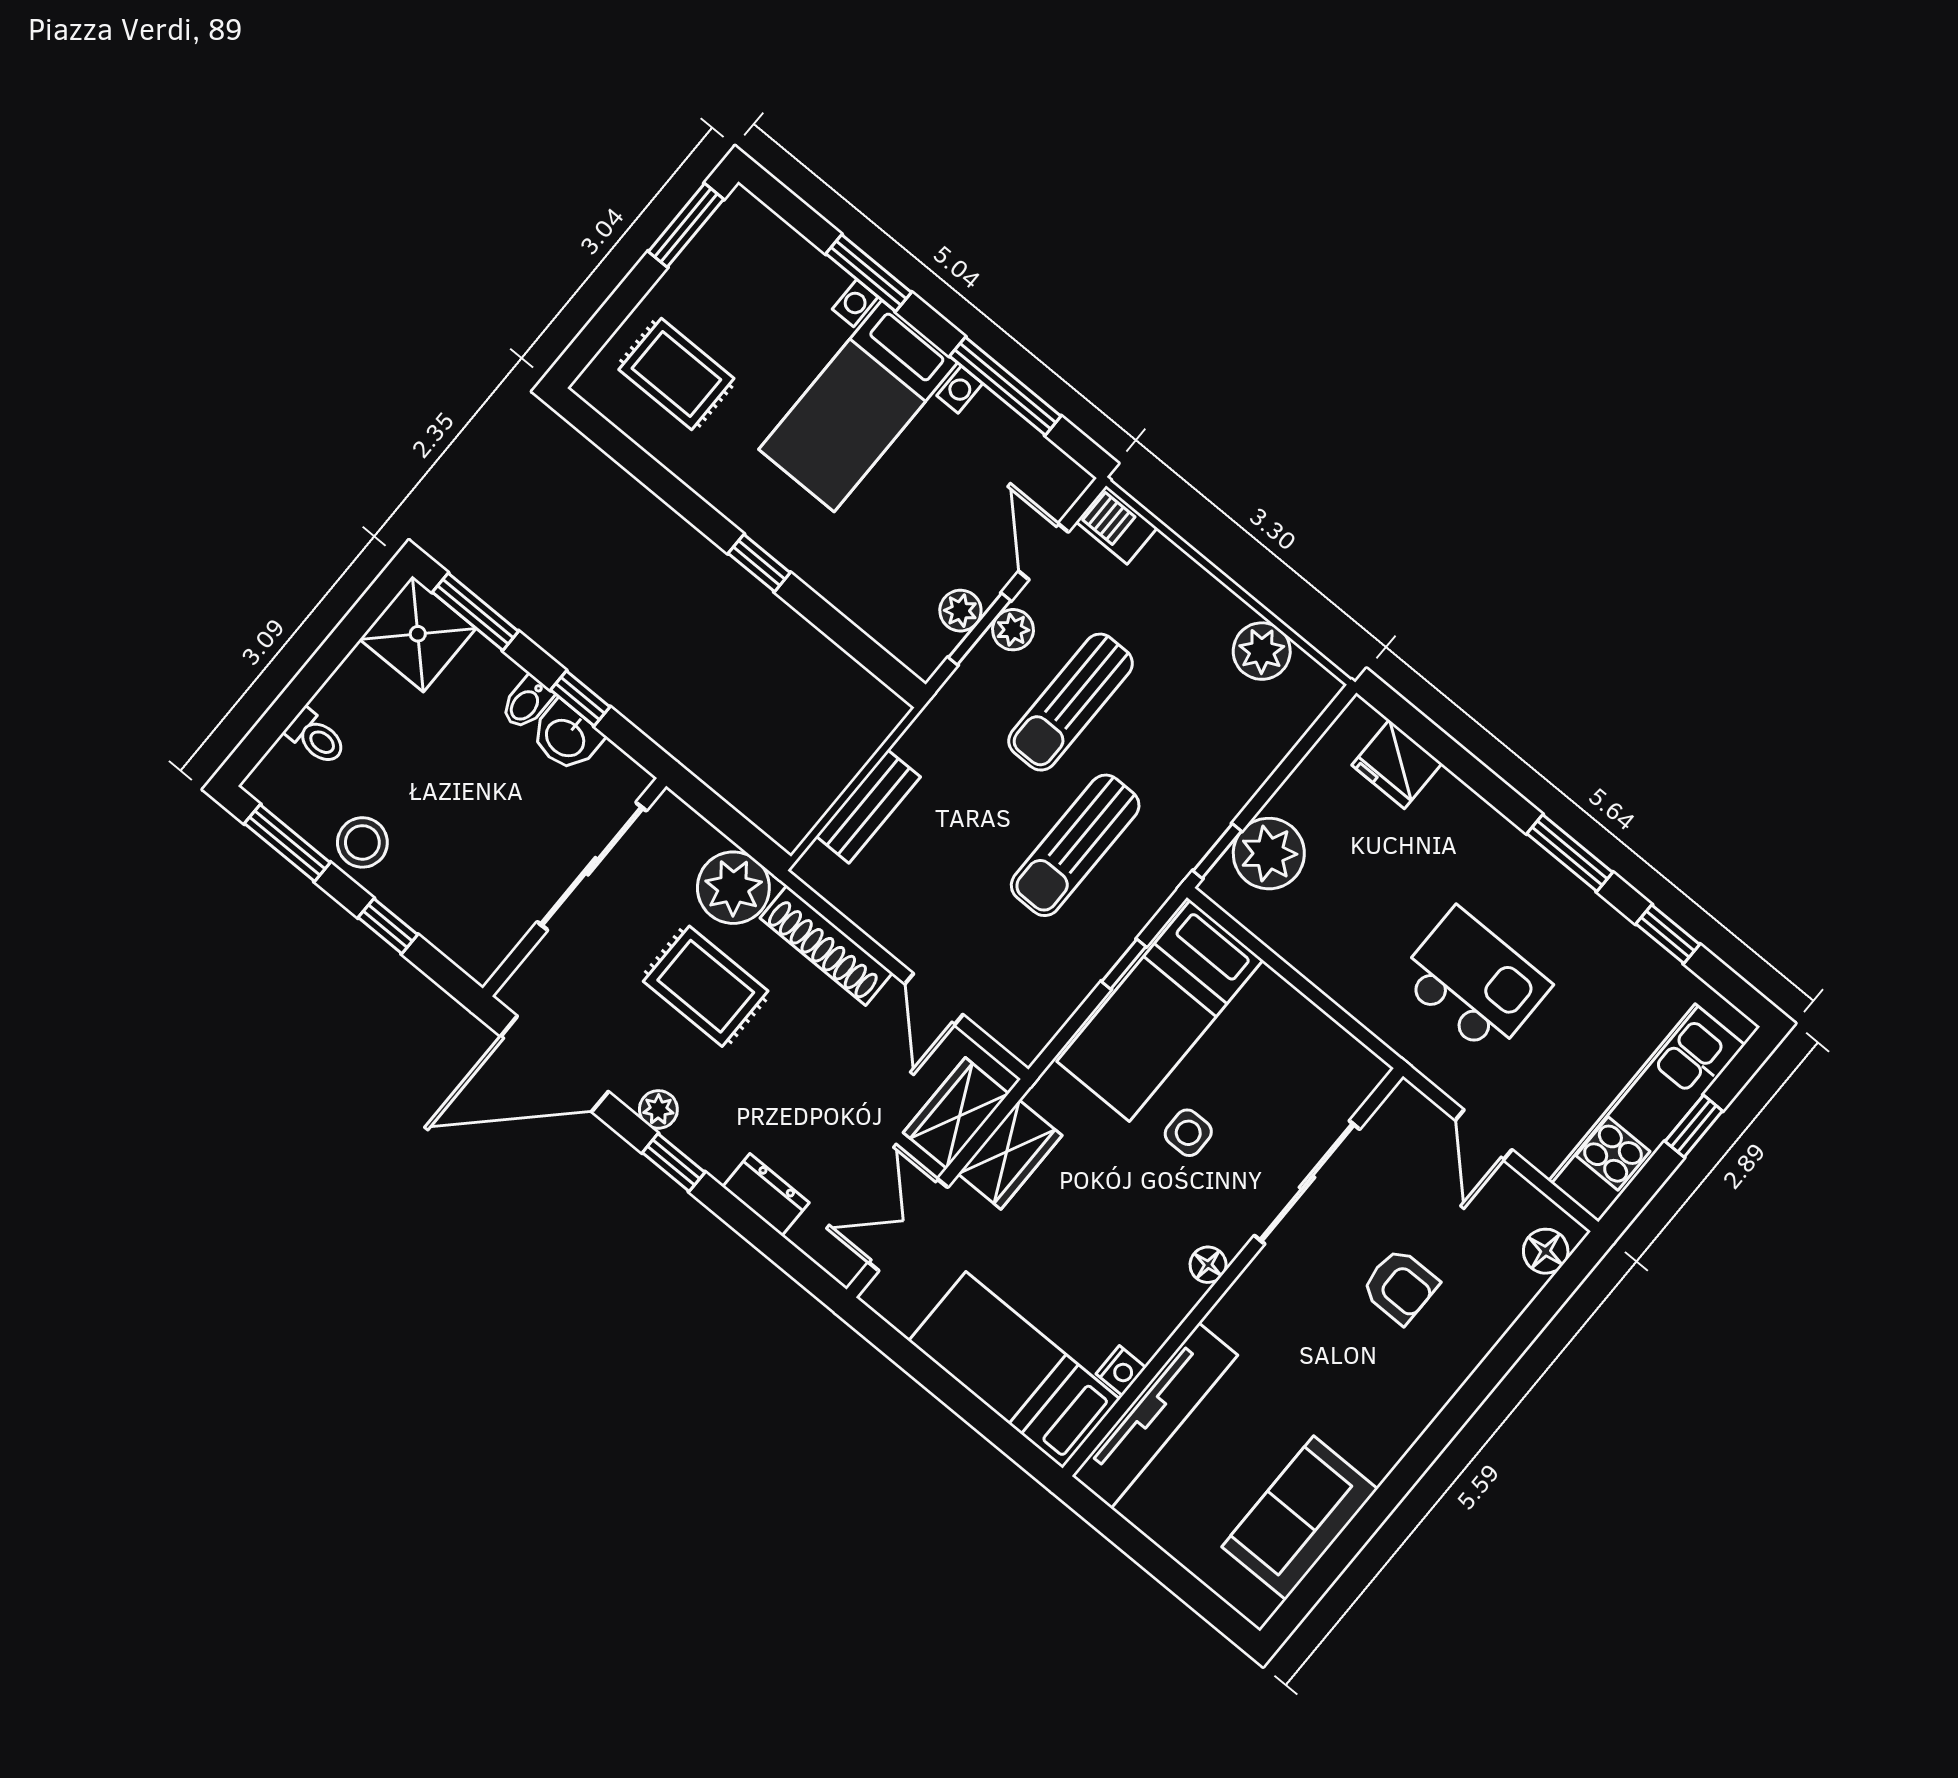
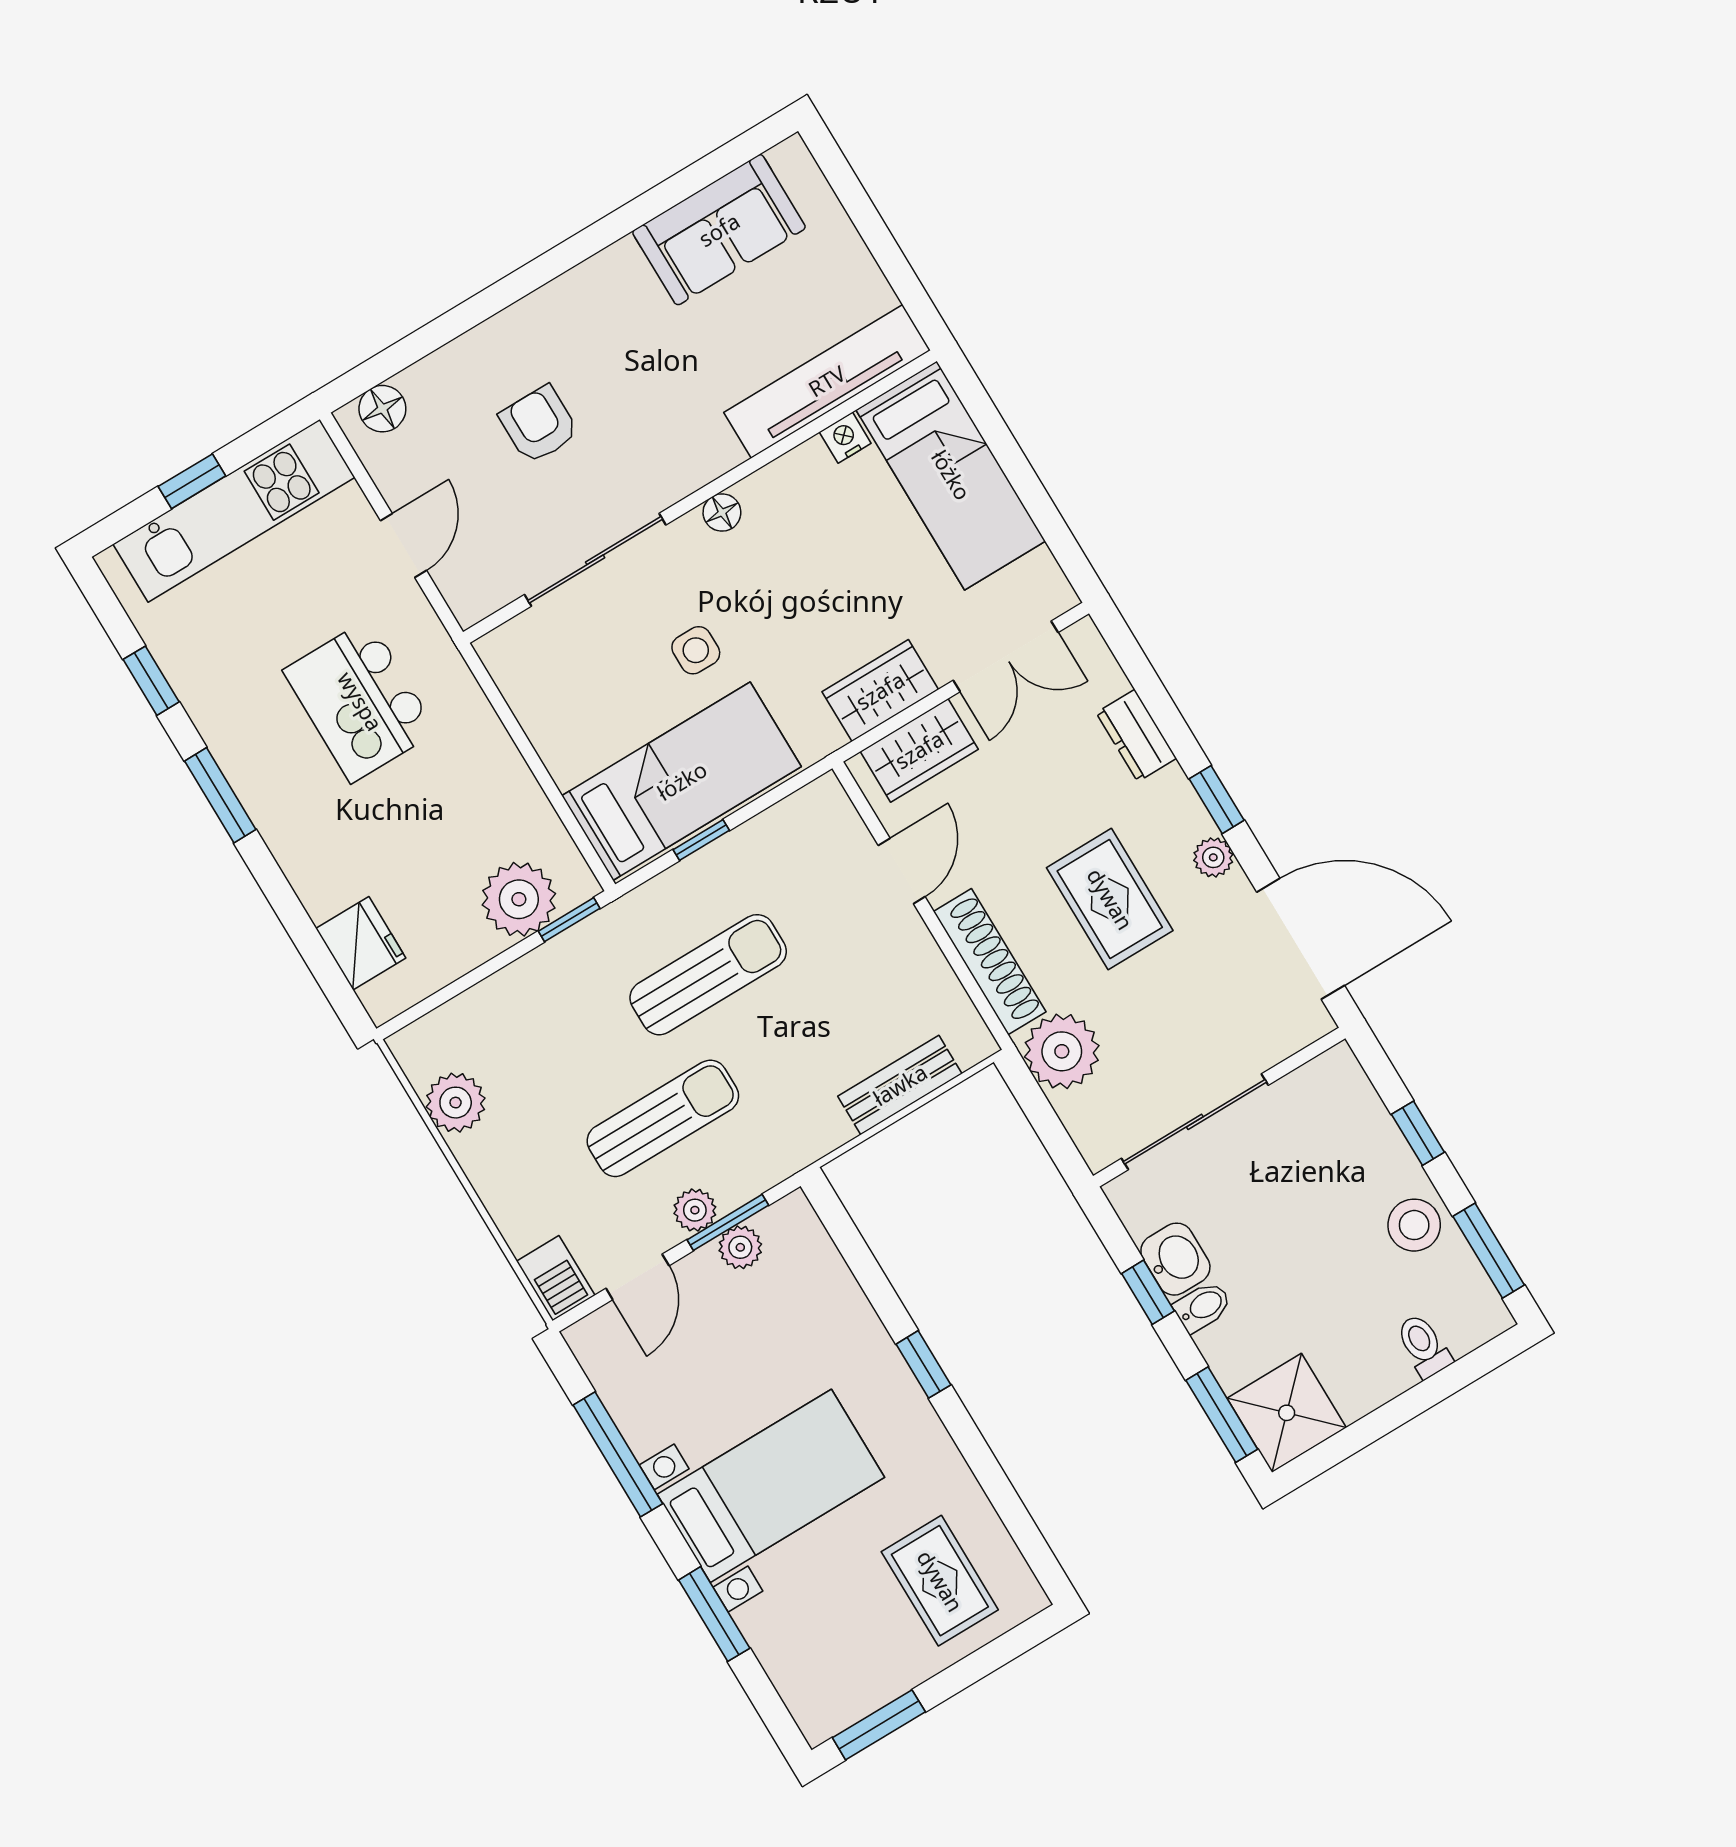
rug: (706, 986) -> (1110, 899), moved

